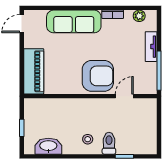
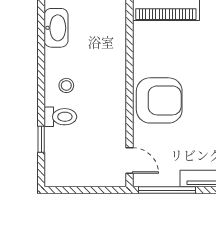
armchair: (98, 76) -> (159, 100), turned -90
door: (124, 96) -> (129, 161), moved

